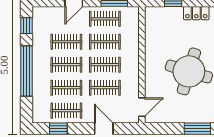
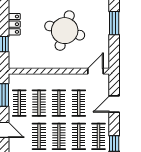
door: (142, 107) -> (95, 71), hinge flipped

